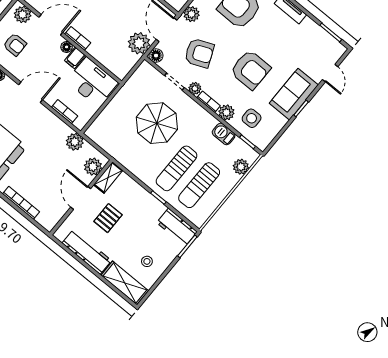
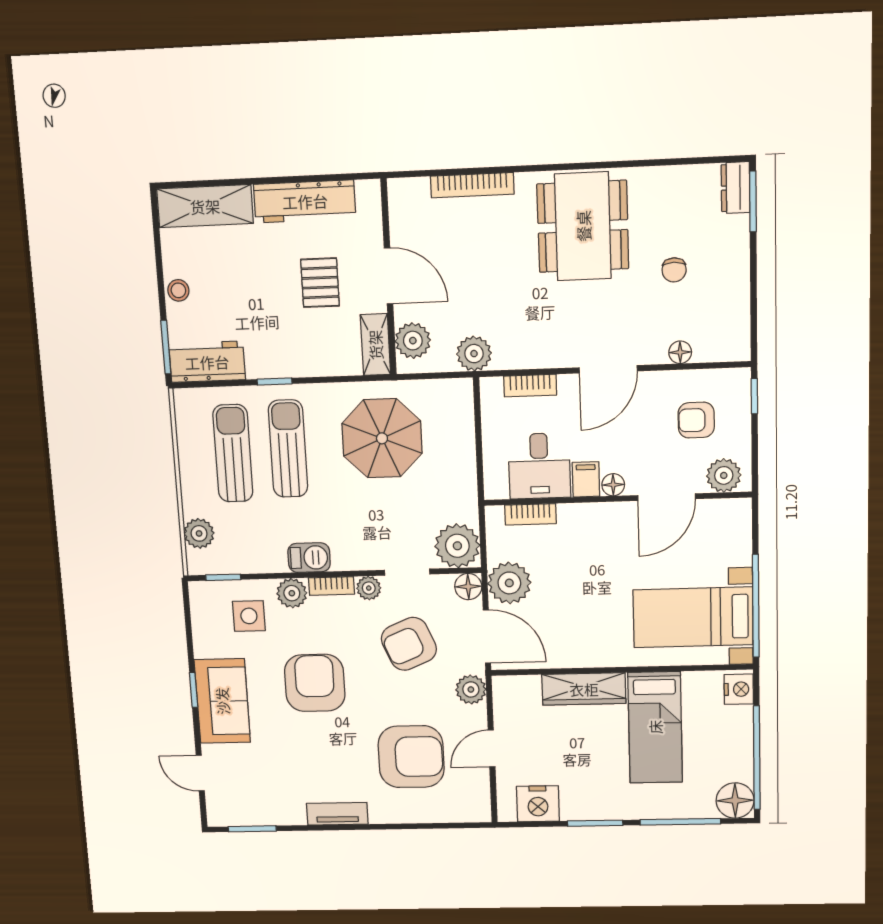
bookcase: (78, 38) -> (530, 514), moved
armchair: (250, 70) -> (315, 683), turned 90
plant: (146, 75) -> (457, 546), added
desk: (92, 82) -> (539, 466), width x0.73
parasol: (157, 123) -> (382, 438), moved
barbecue: (224, 134) -> (309, 558), moved
stool: (147, 261) -> (178, 290), moved

